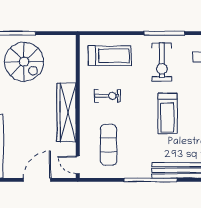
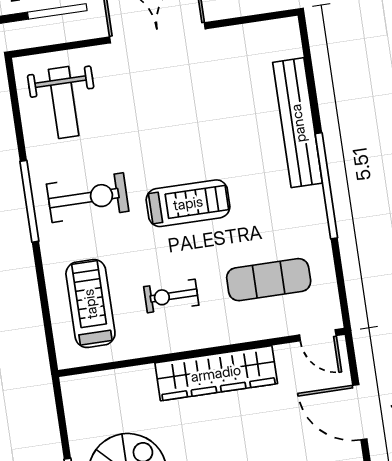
exercise bike: (108, 96) -> (171, 296), turned -90
treadmill: (167, 113) -> (188, 203), moved
door: (78, 165) -> (318, 335), hinge flipped

